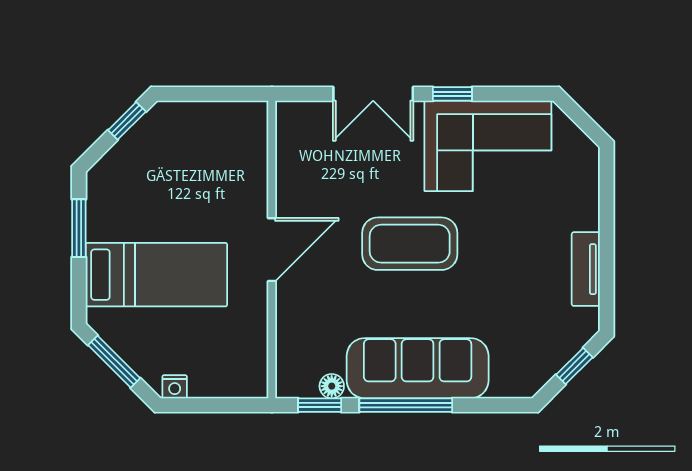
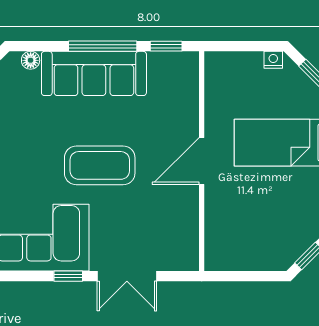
double door: (373, 94) -> (127, 276), swing flipped
floor lamp: (332, 386) -> (31, 60), moved

